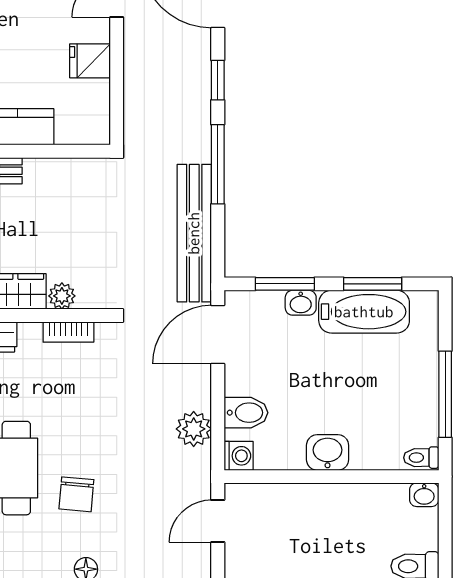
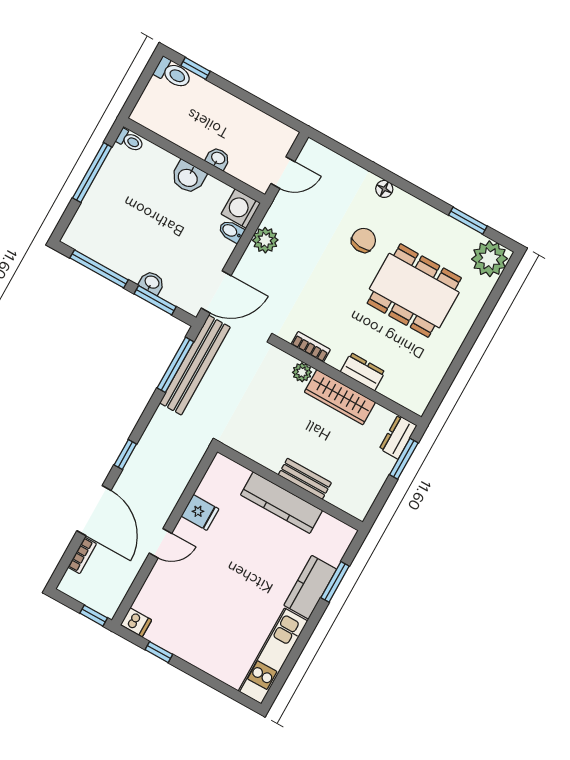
window: (218, 164) -> (175, 365), moved
window: (373, 284) -> (99, 269), width x1.44
bathtub: (364, 312) -> (114, 254), removed
bidet: (246, 413) -> (231, 231), width x0.72, depth x0.74
washing machine: (239, 456) -> (241, 208), width x1.38, depth x1.38
washbasin: (424, 495) -> (218, 158), moved

